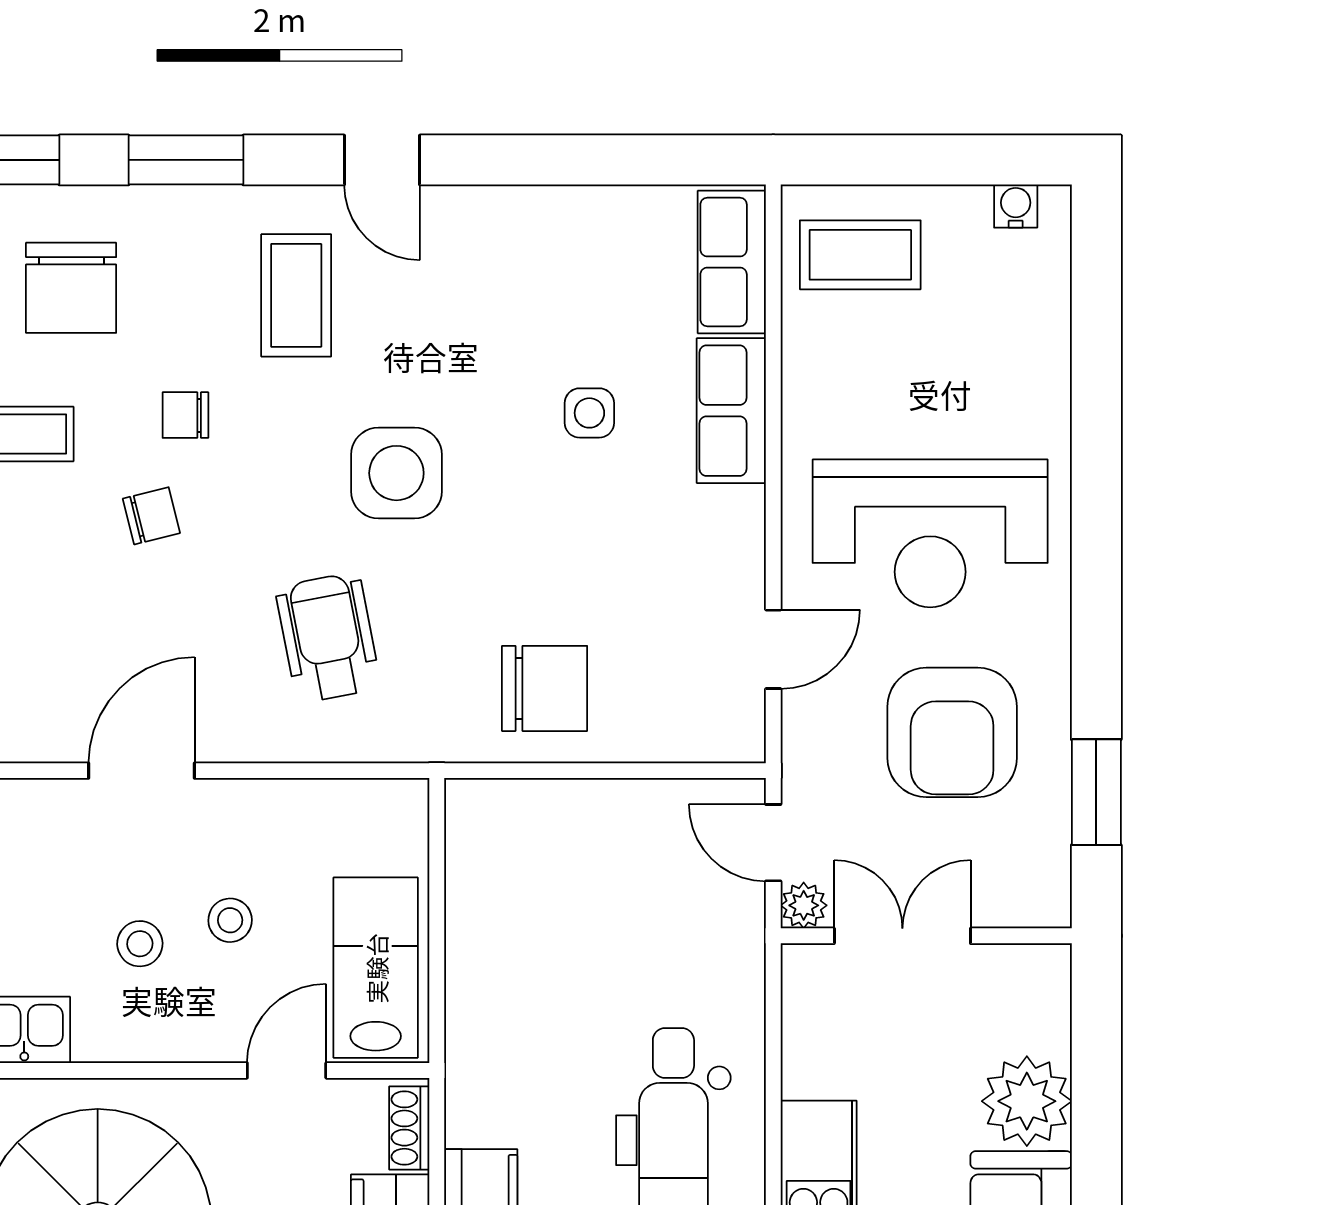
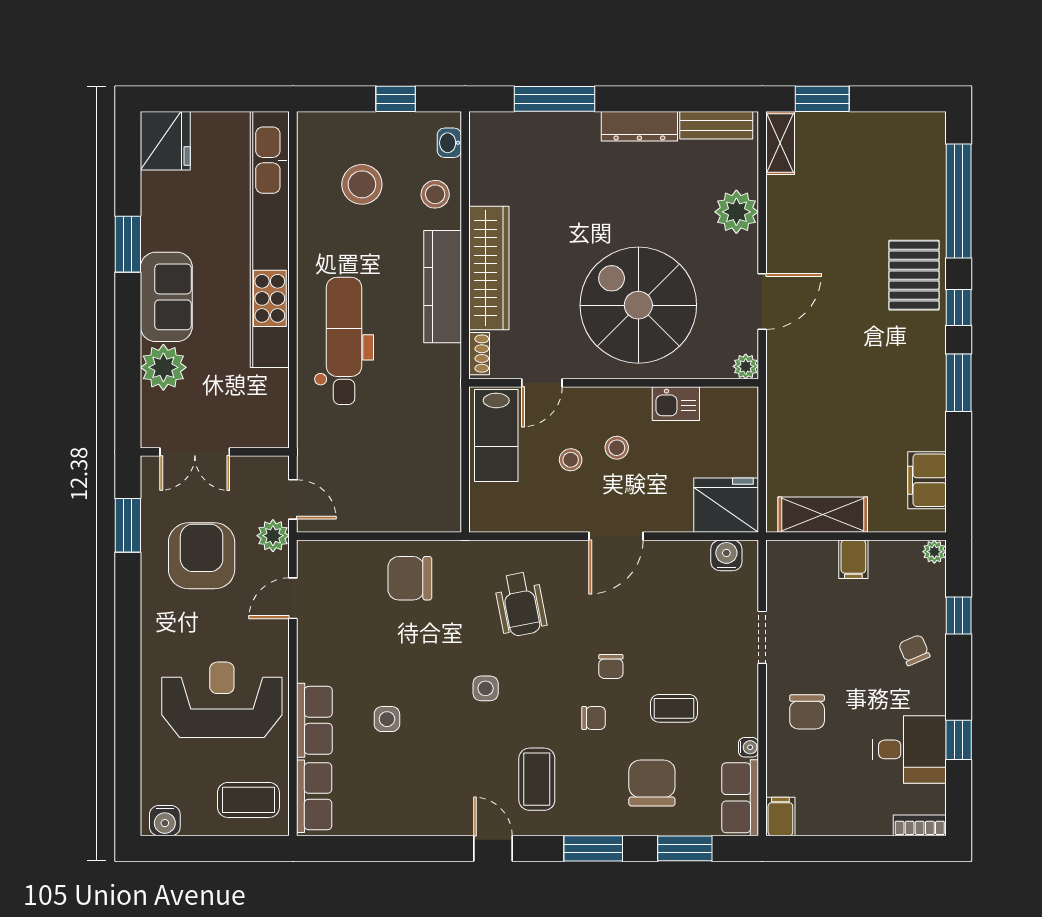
water cooler: (1016, 206) -> (165, 821), width x1.38, depth x1.38
side table: (396, 473) -> (486, 688), width x0.54, depth x0.54
chair: (151, 516) -> (611, 666), turned -76
reception desk: (930, 533) -> (222, 700), moved
plant: (804, 905) -> (273, 536), moved, width x1.38, depth x1.38
double door: (902, 936) -> (195, 452), moved

